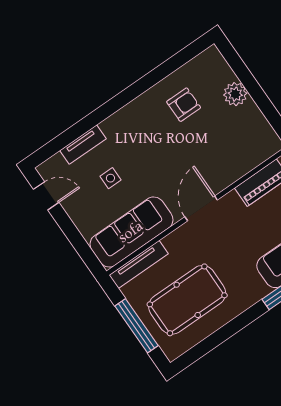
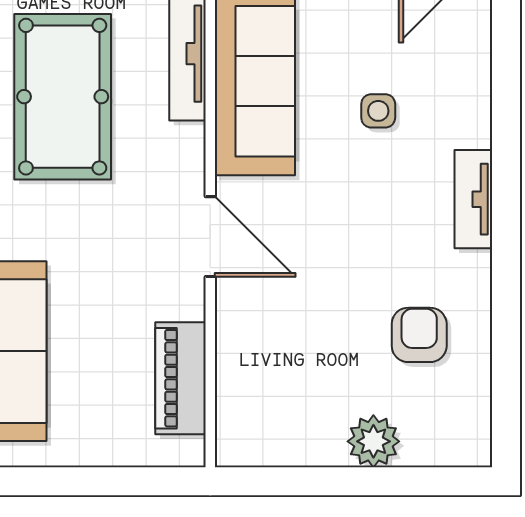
armchair: (184, 105) -> (419, 335), turned 180
tv unit: (83, 145) -> (473, 199), moved

